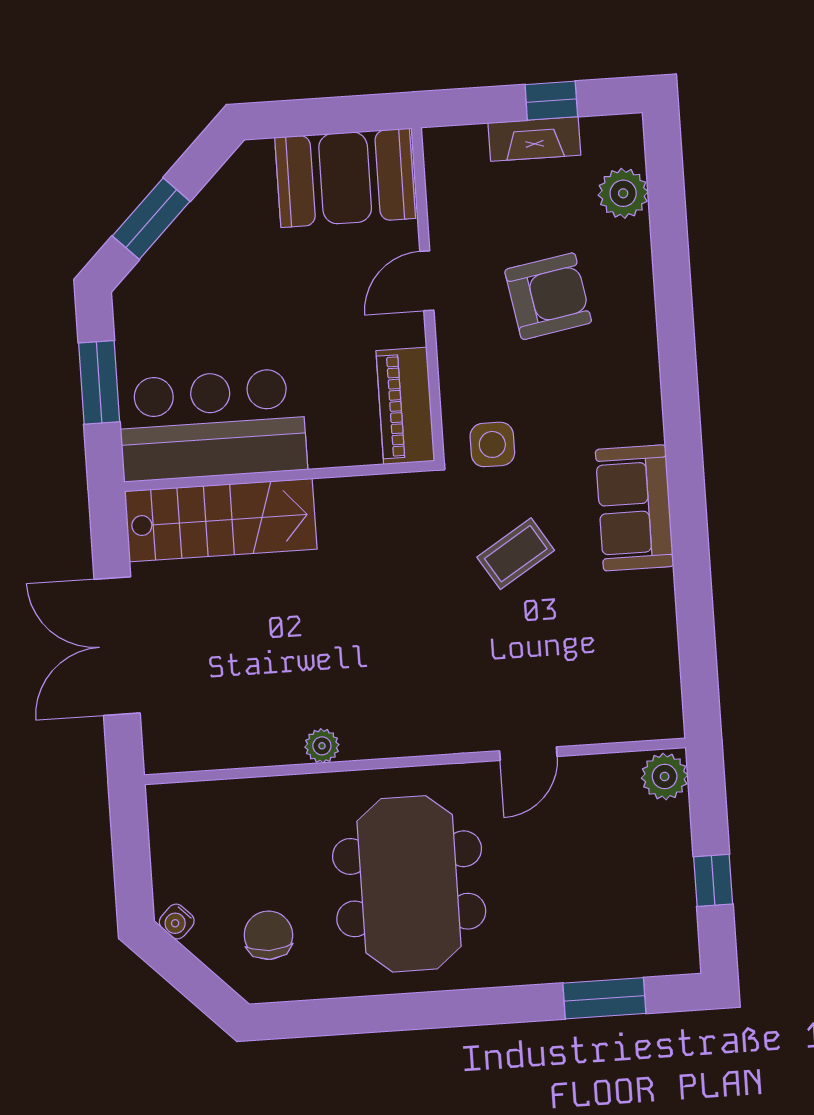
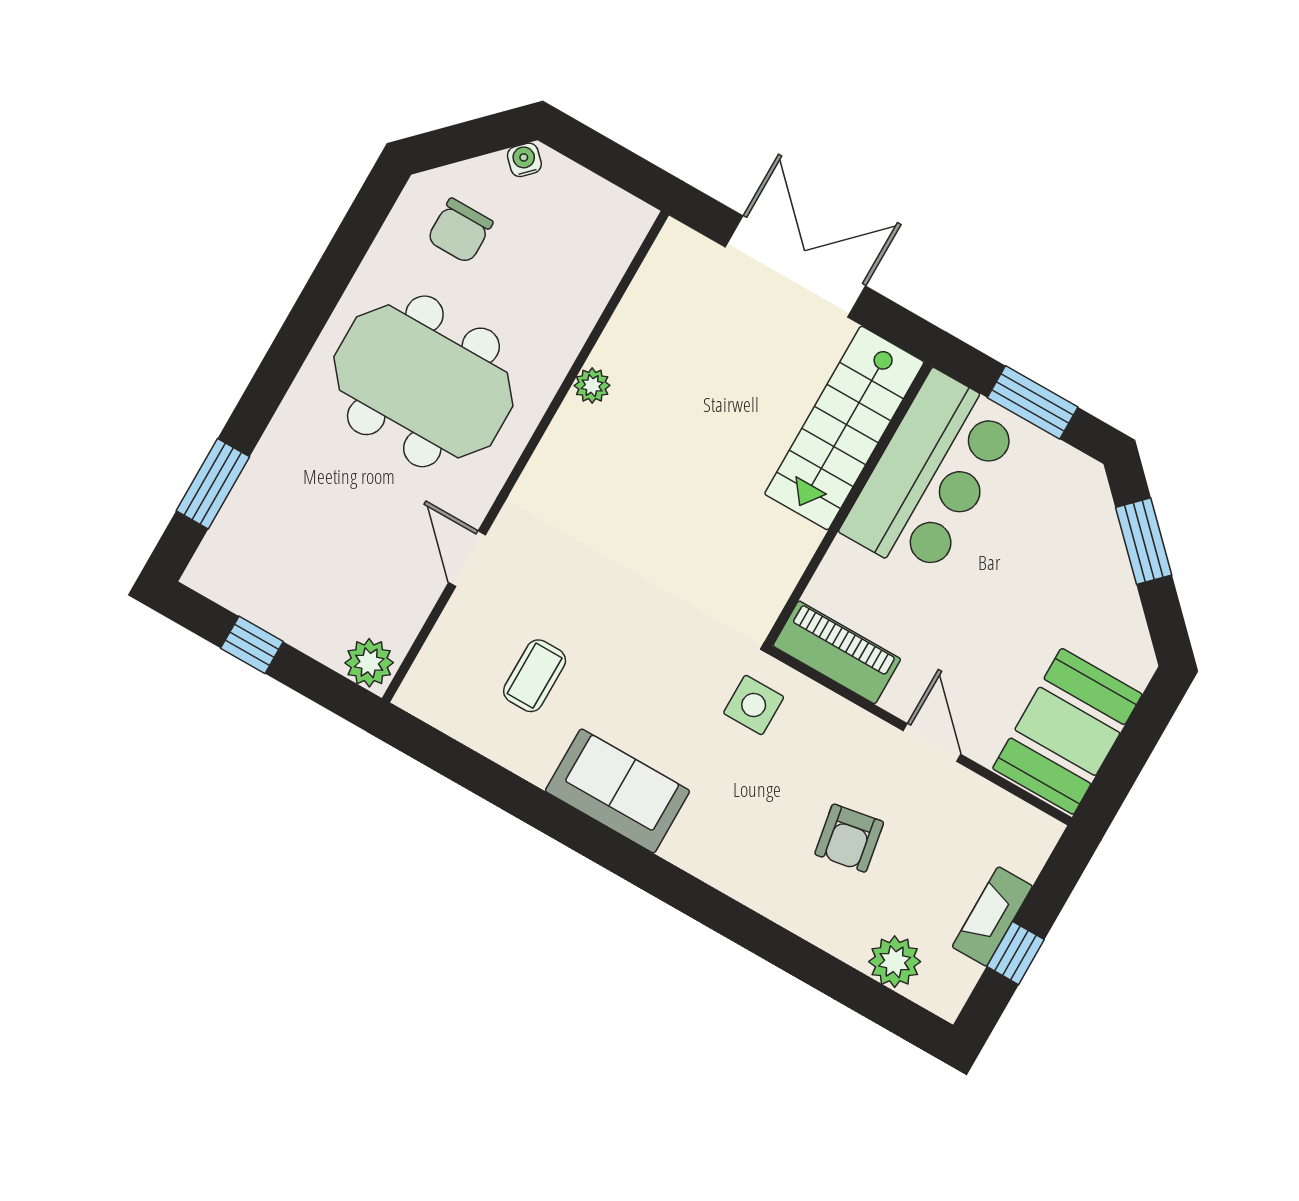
armchair: (548, 296) -> (849, 838), width x0.72, depth x0.72
coffee table: (516, 554) -> (535, 676), moved, turned 32
chair: (268, 935) -> (460, 231), turned 90

